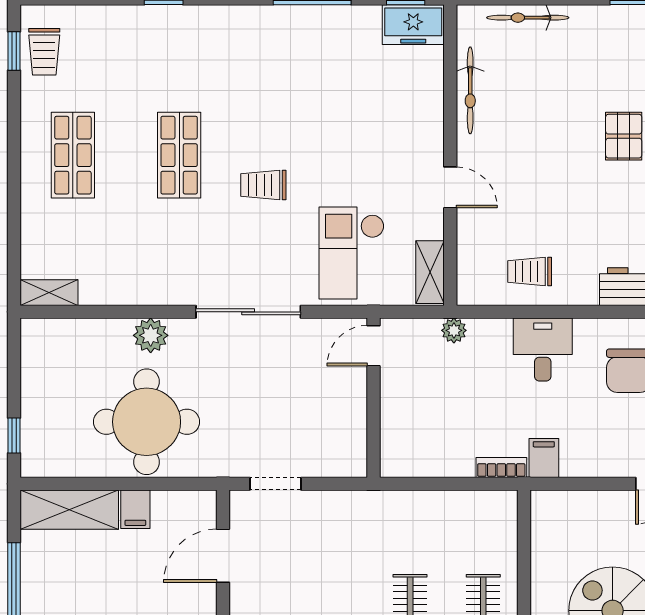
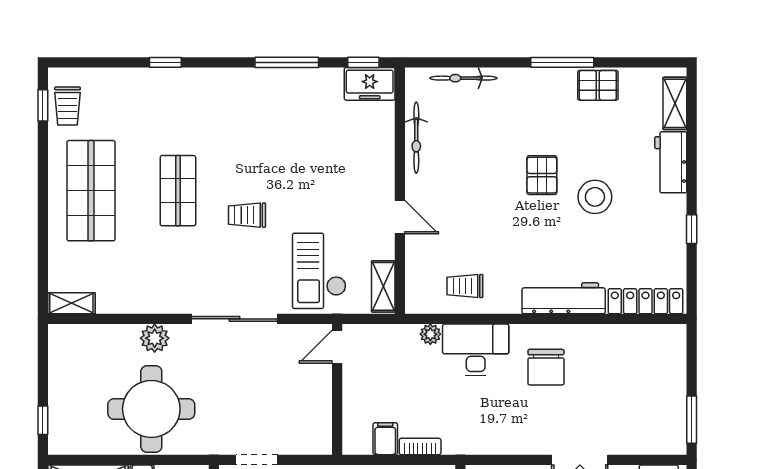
shop shelf: (73, 155) -> (91, 191), width x1.43, depth x1.36
plant: (454, 330) -> (430, 334), moved
desk: (543, 350) -> (476, 350), width x1.37
filing cabinet: (544, 458) -> (385, 439), moved
bookcase: (501, 468) -> (420, 446), moved

